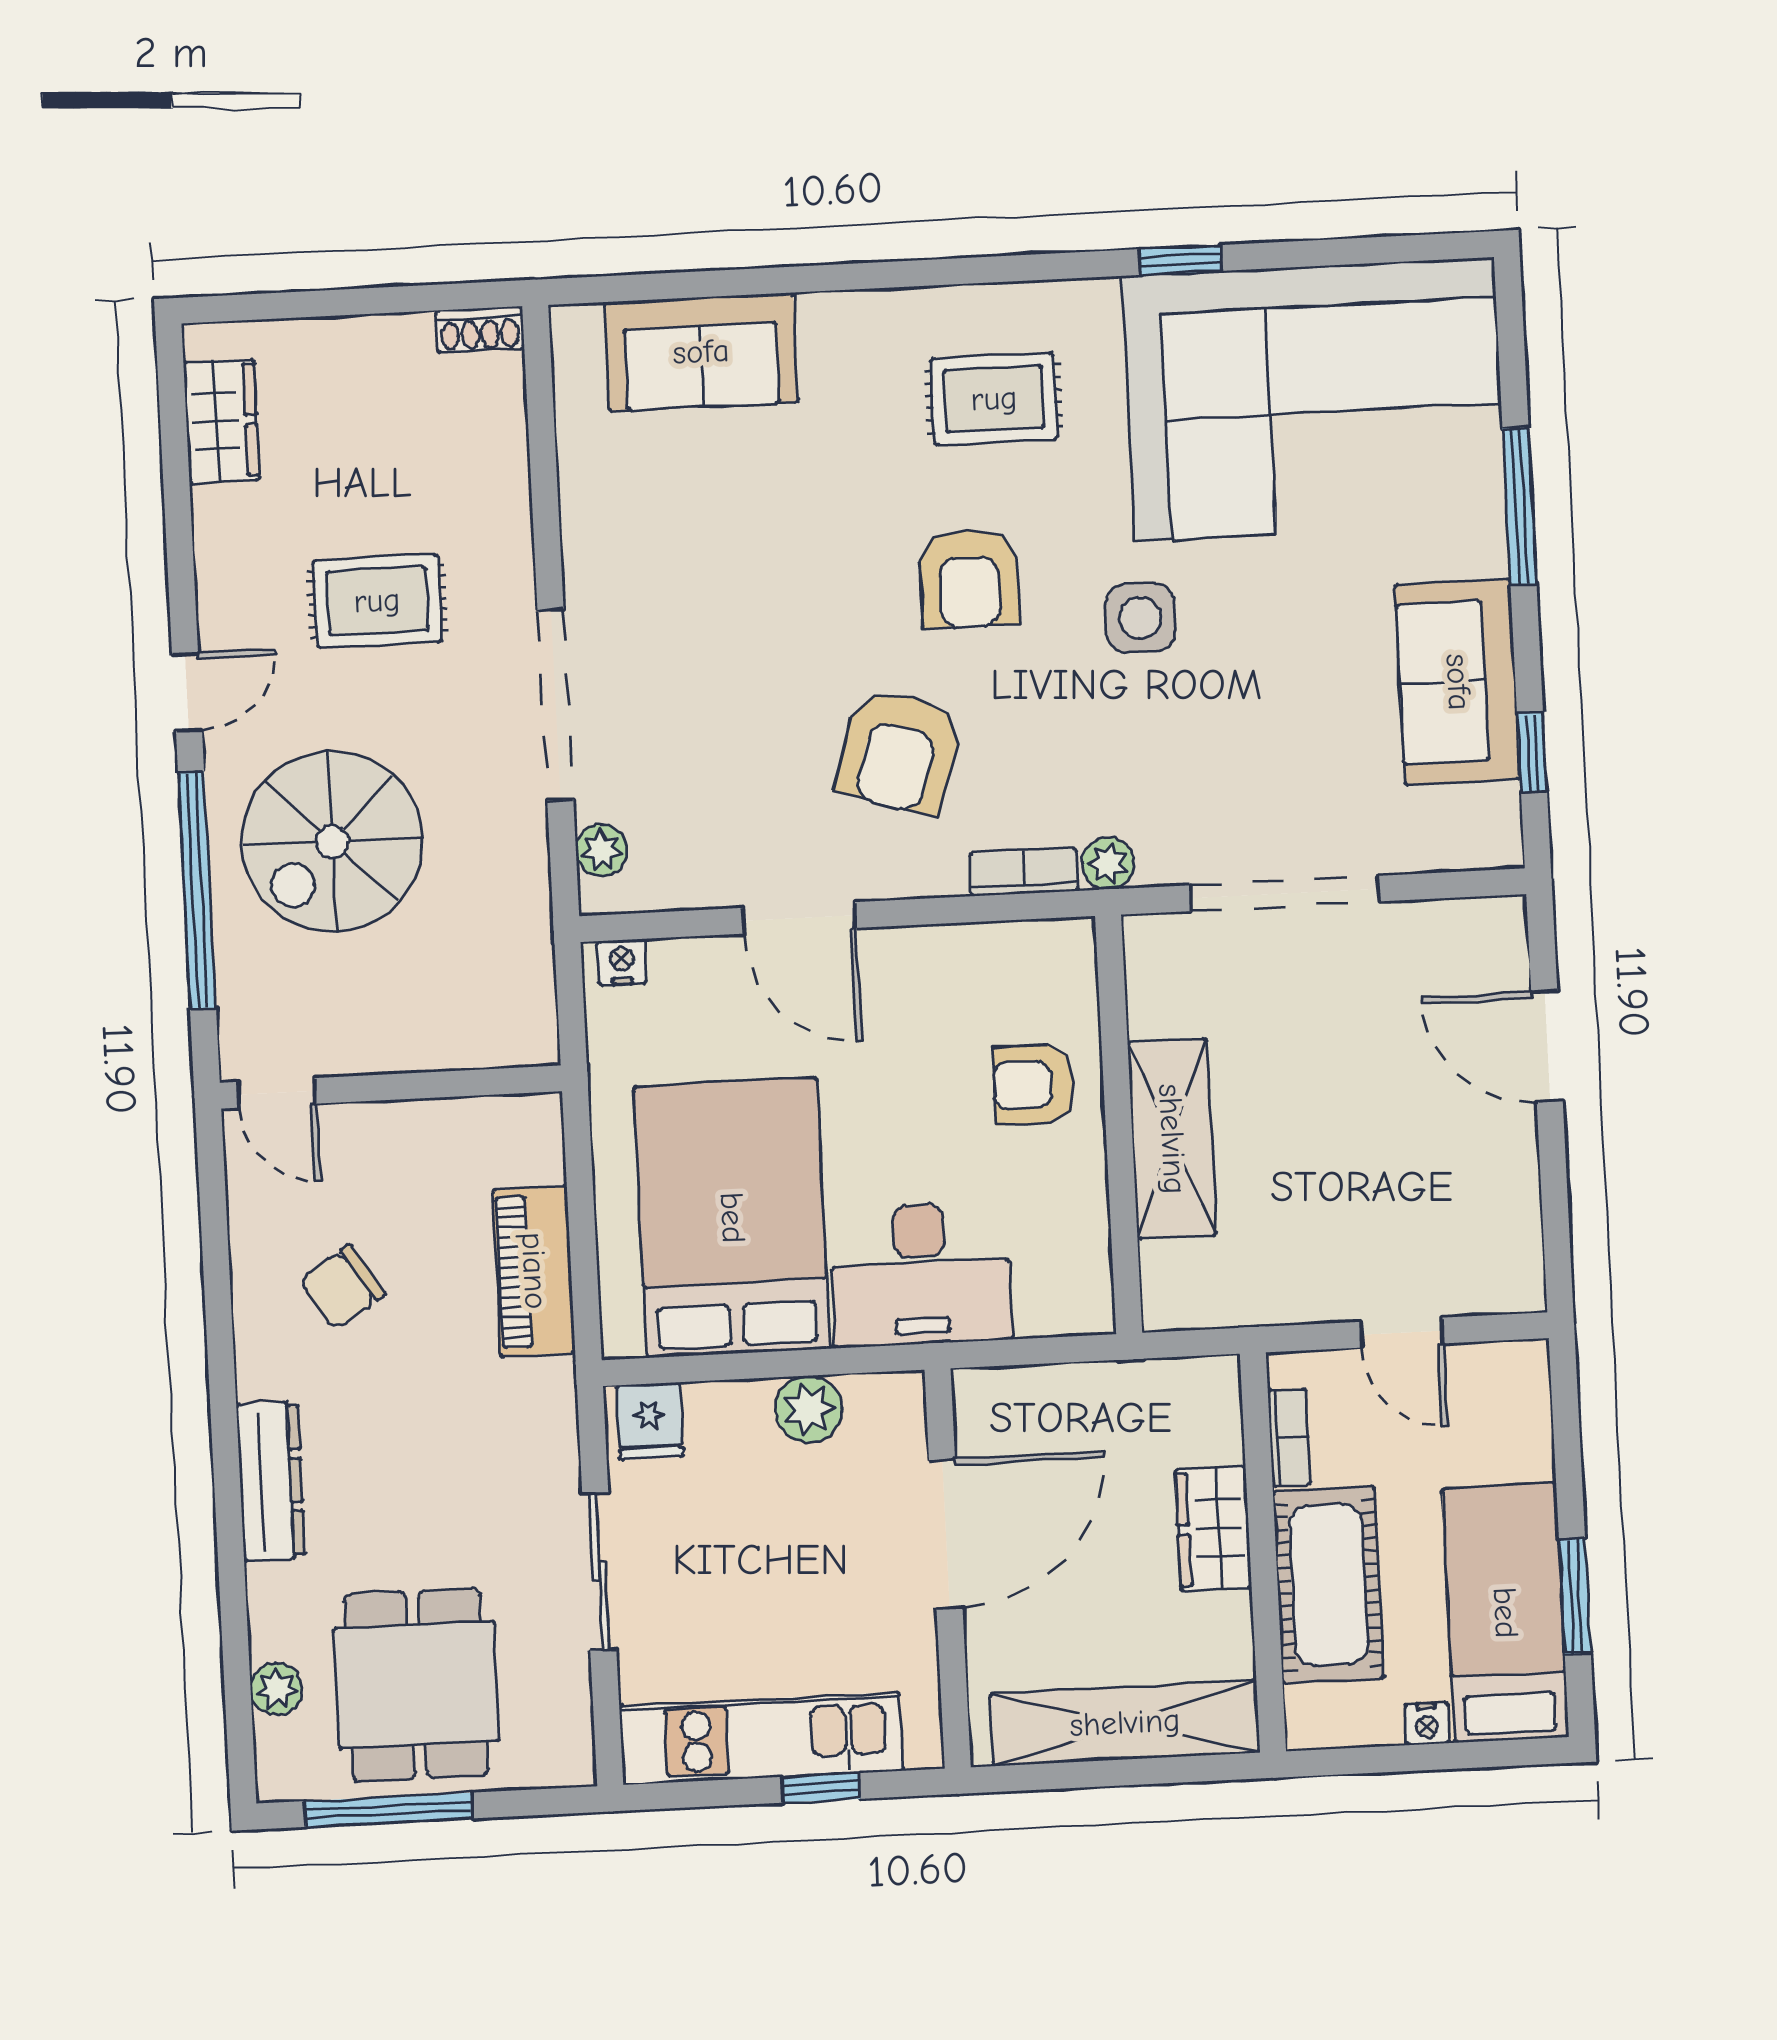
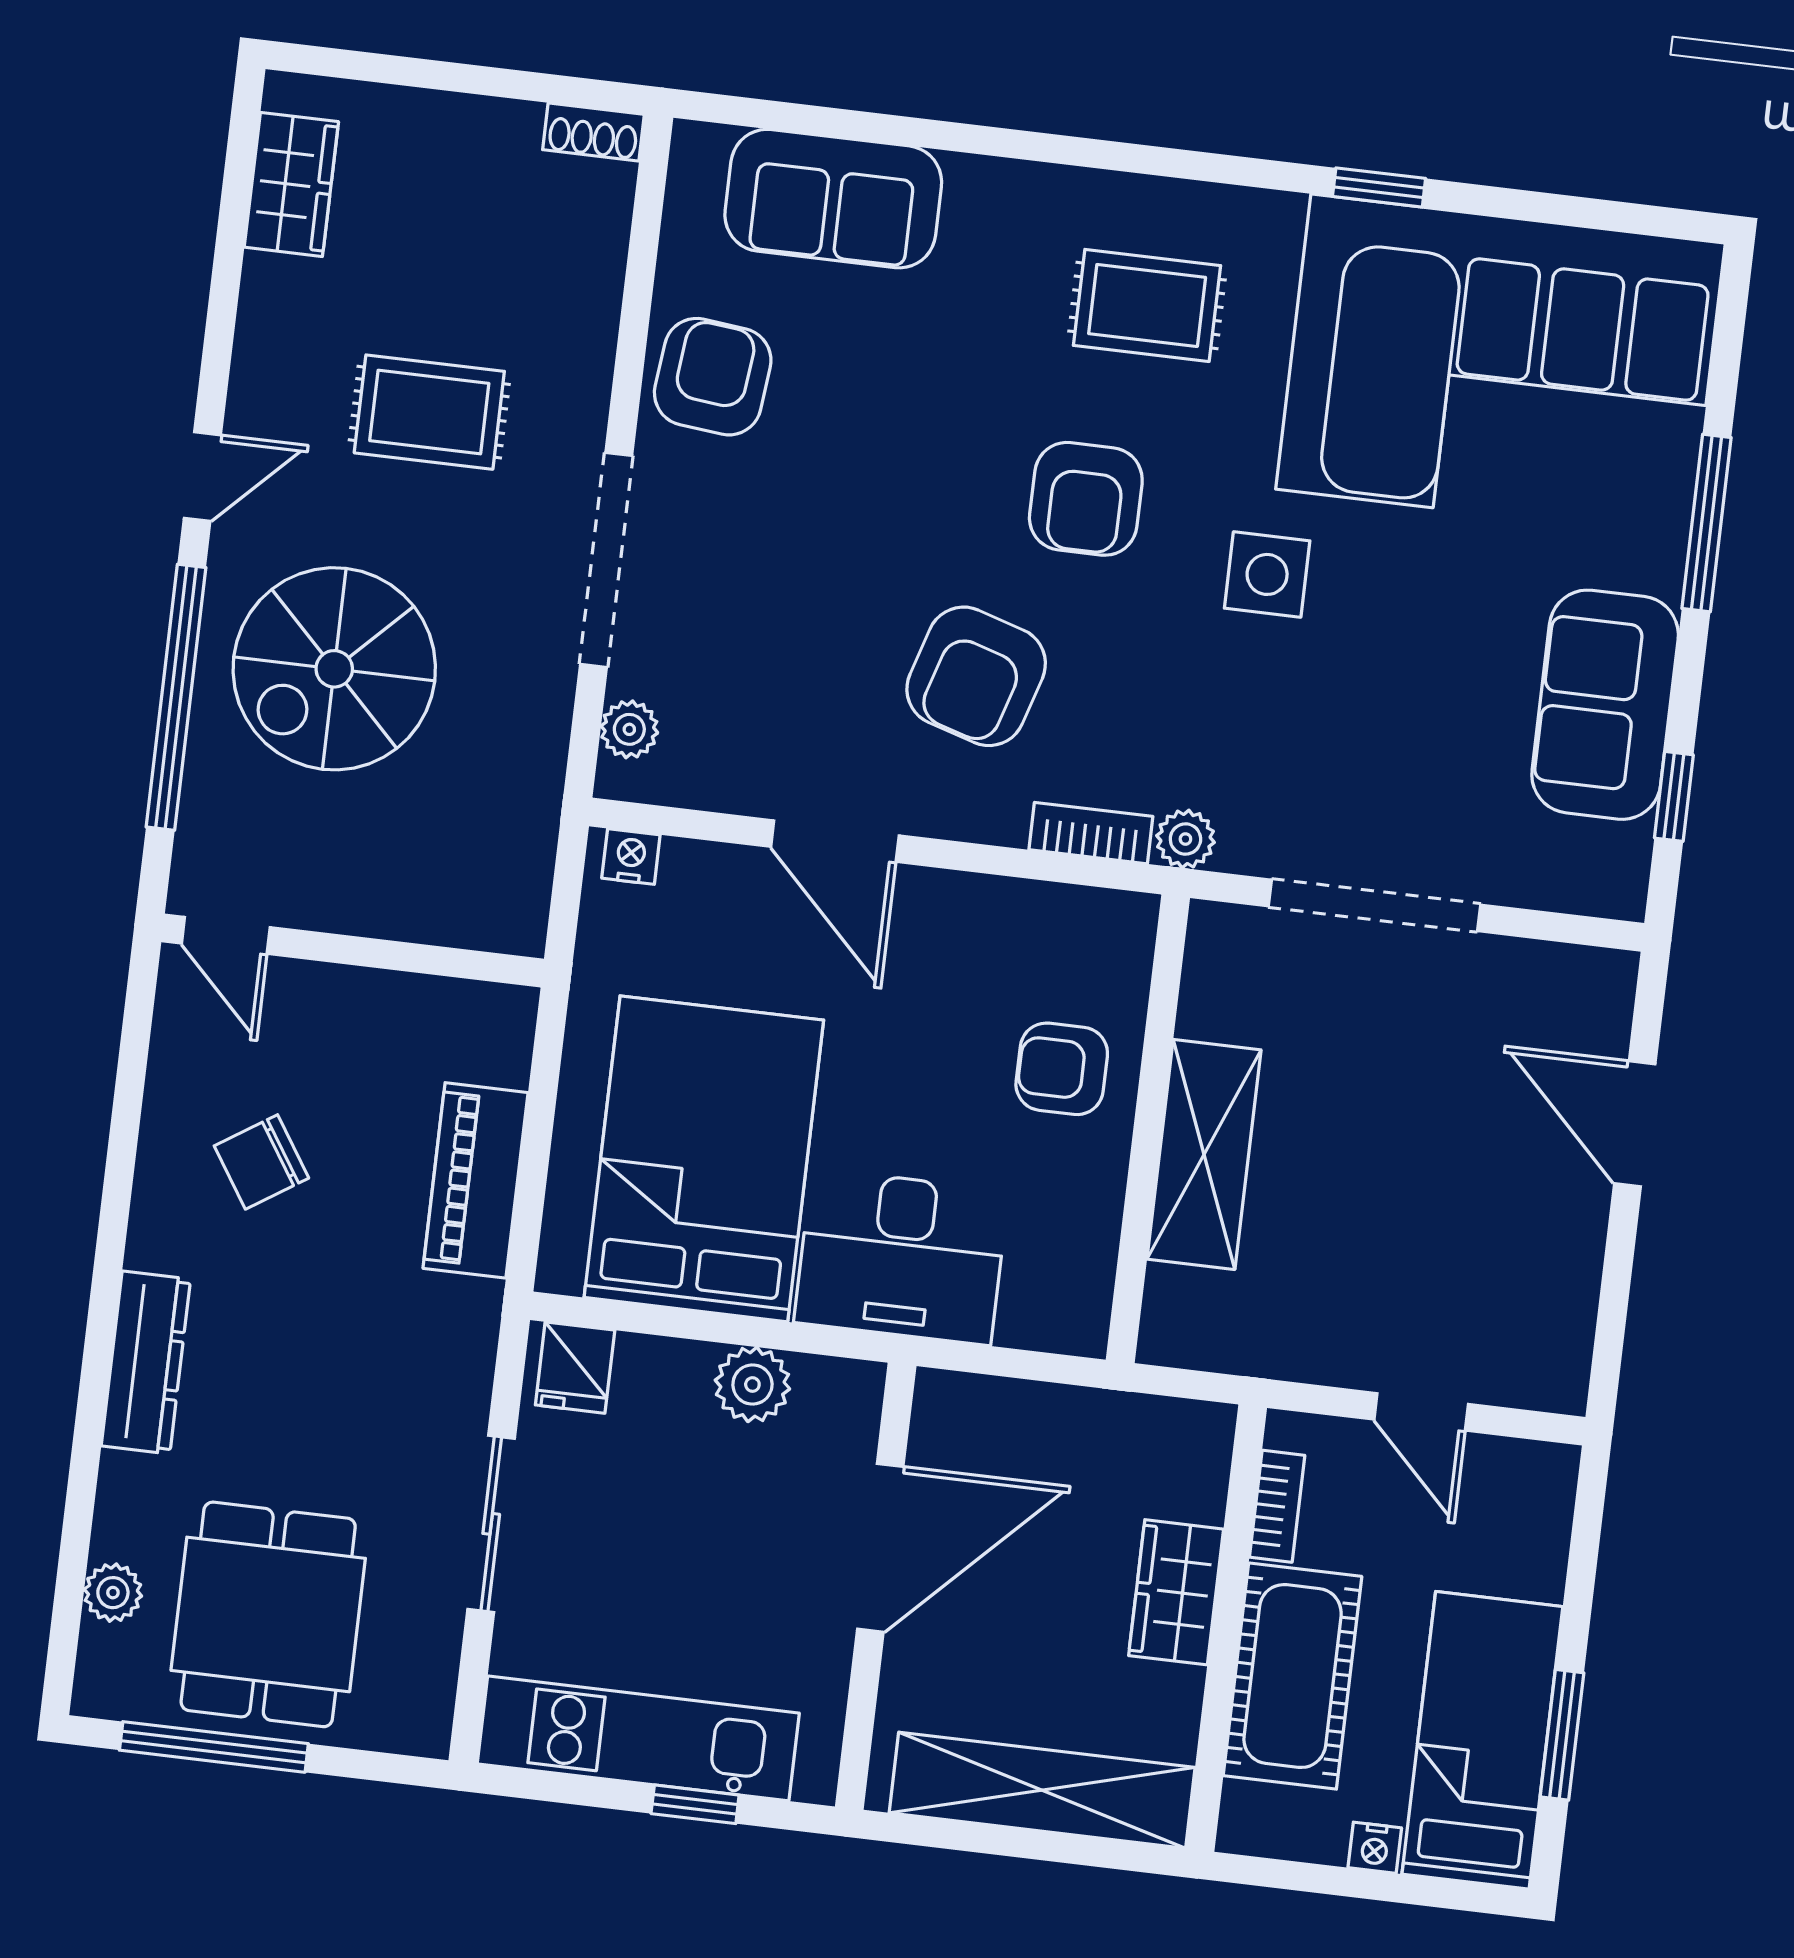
armchair: (622, 527) -> (713, 377), added

